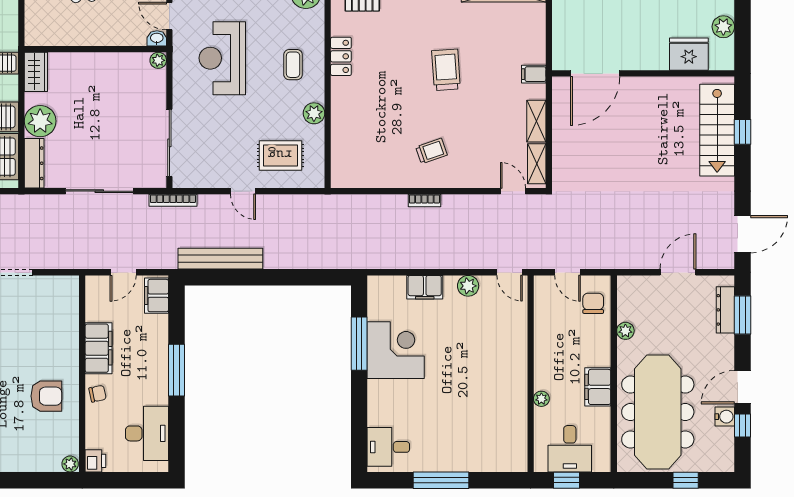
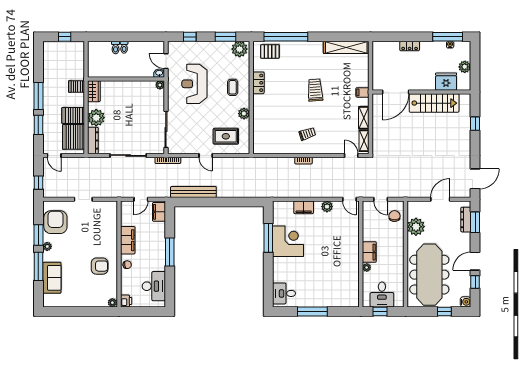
stairs: (717, 130) -> (434, 103), moved, turned -90
plant: (625, 331) -> (416, 227), width x1.88, depth x1.88
filing cabinet: (598, 387) -> (369, 252), moved, turned 180
water cooler: (725, 417) -> (465, 302), moved

